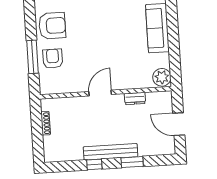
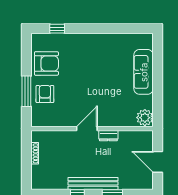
dresser: (135, 98) -> (108, 136), moved

